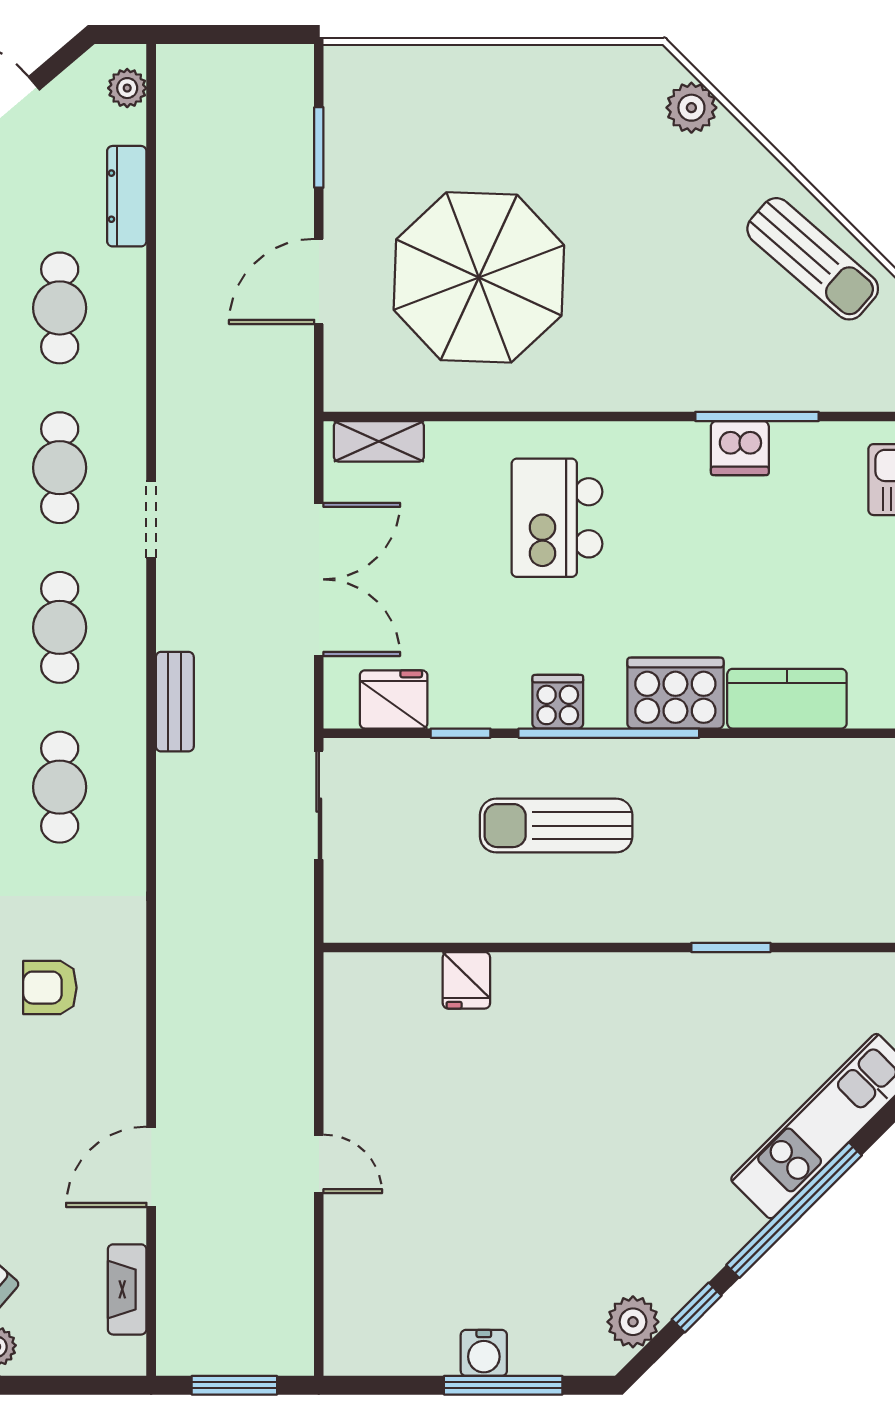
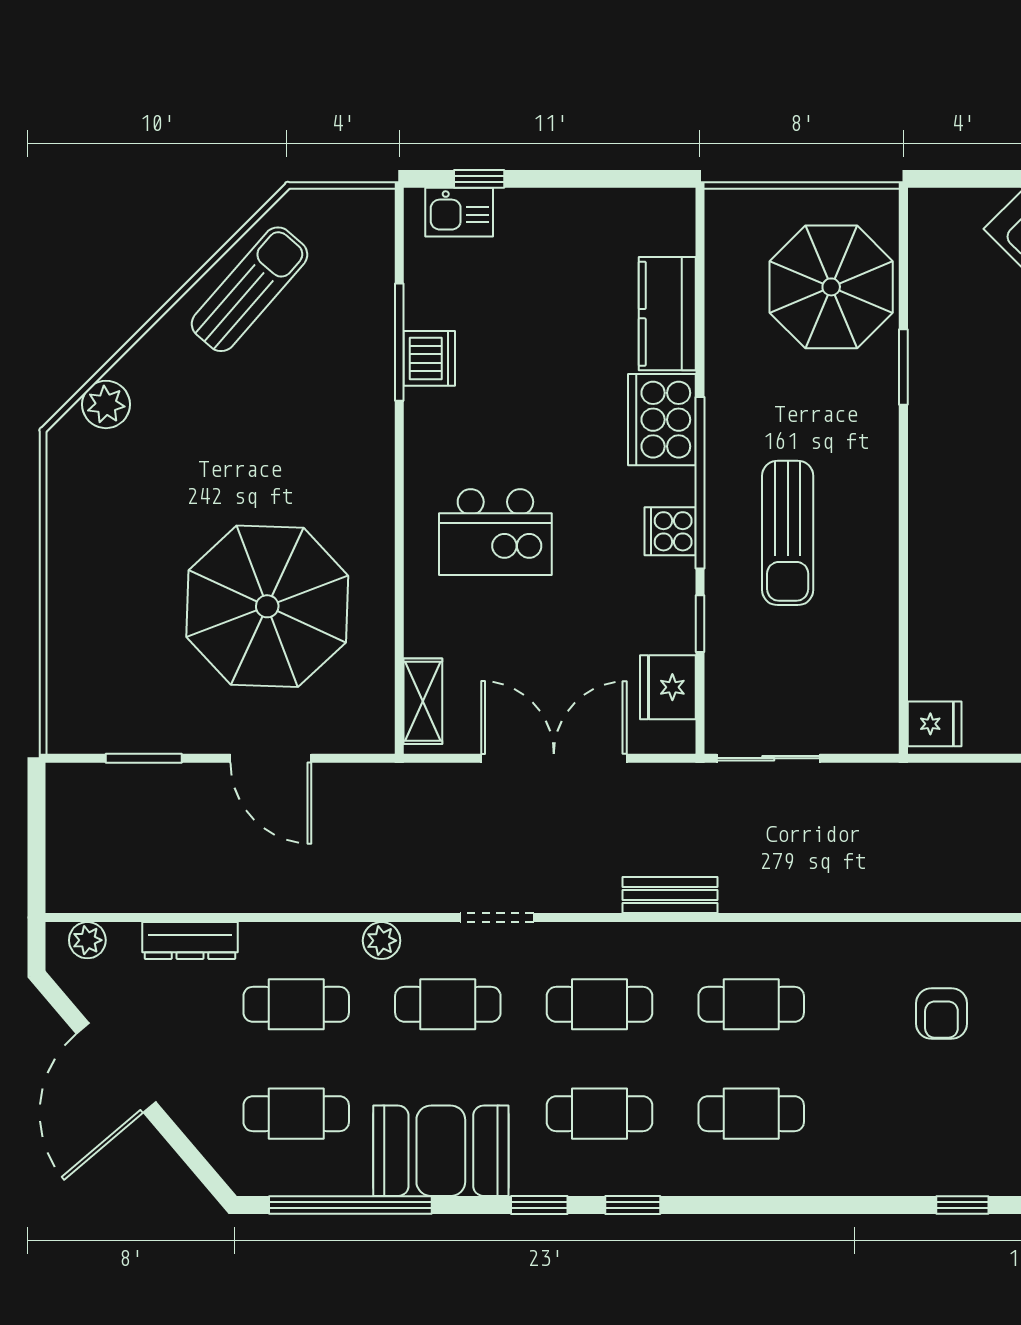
plant: (127, 398) -> (382, 941), added
parasol: (815, 871) -> (831, 287), added
fridge: (466, 980) -> (935, 724), moved

